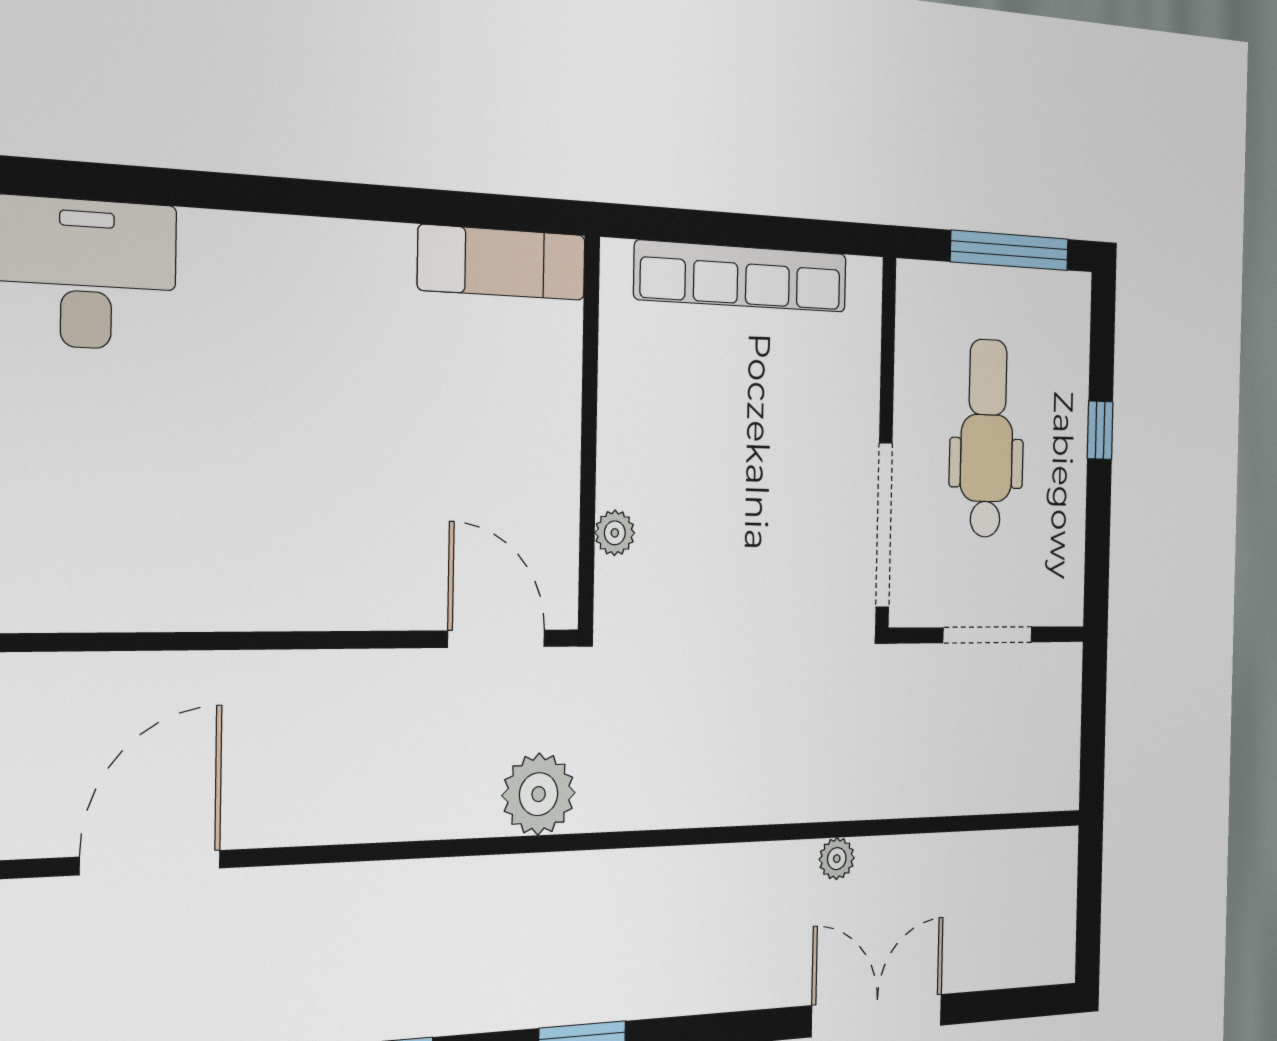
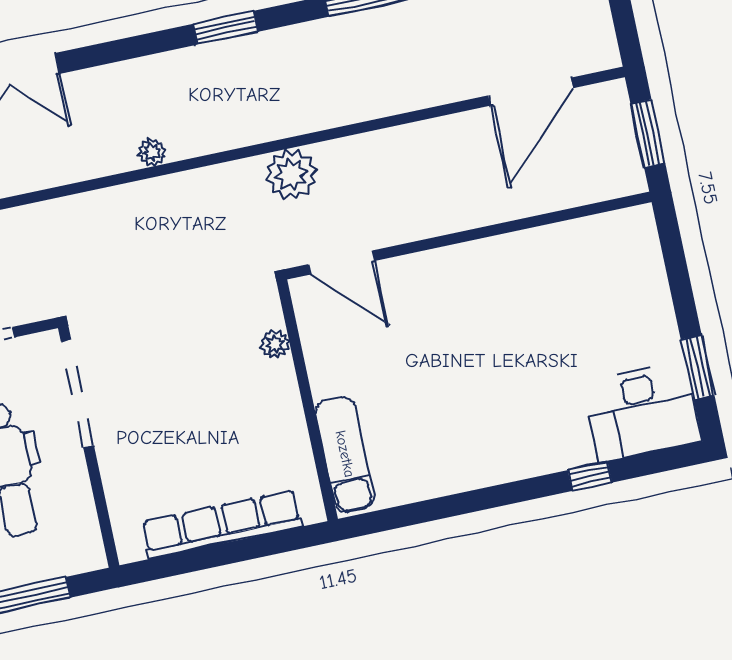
window: (195, 189) -> (590, 476), added
exam couch: (502, 263) -> (345, 454), moved, turned 90
plant: (837, 859) -> (152, 152), moved

